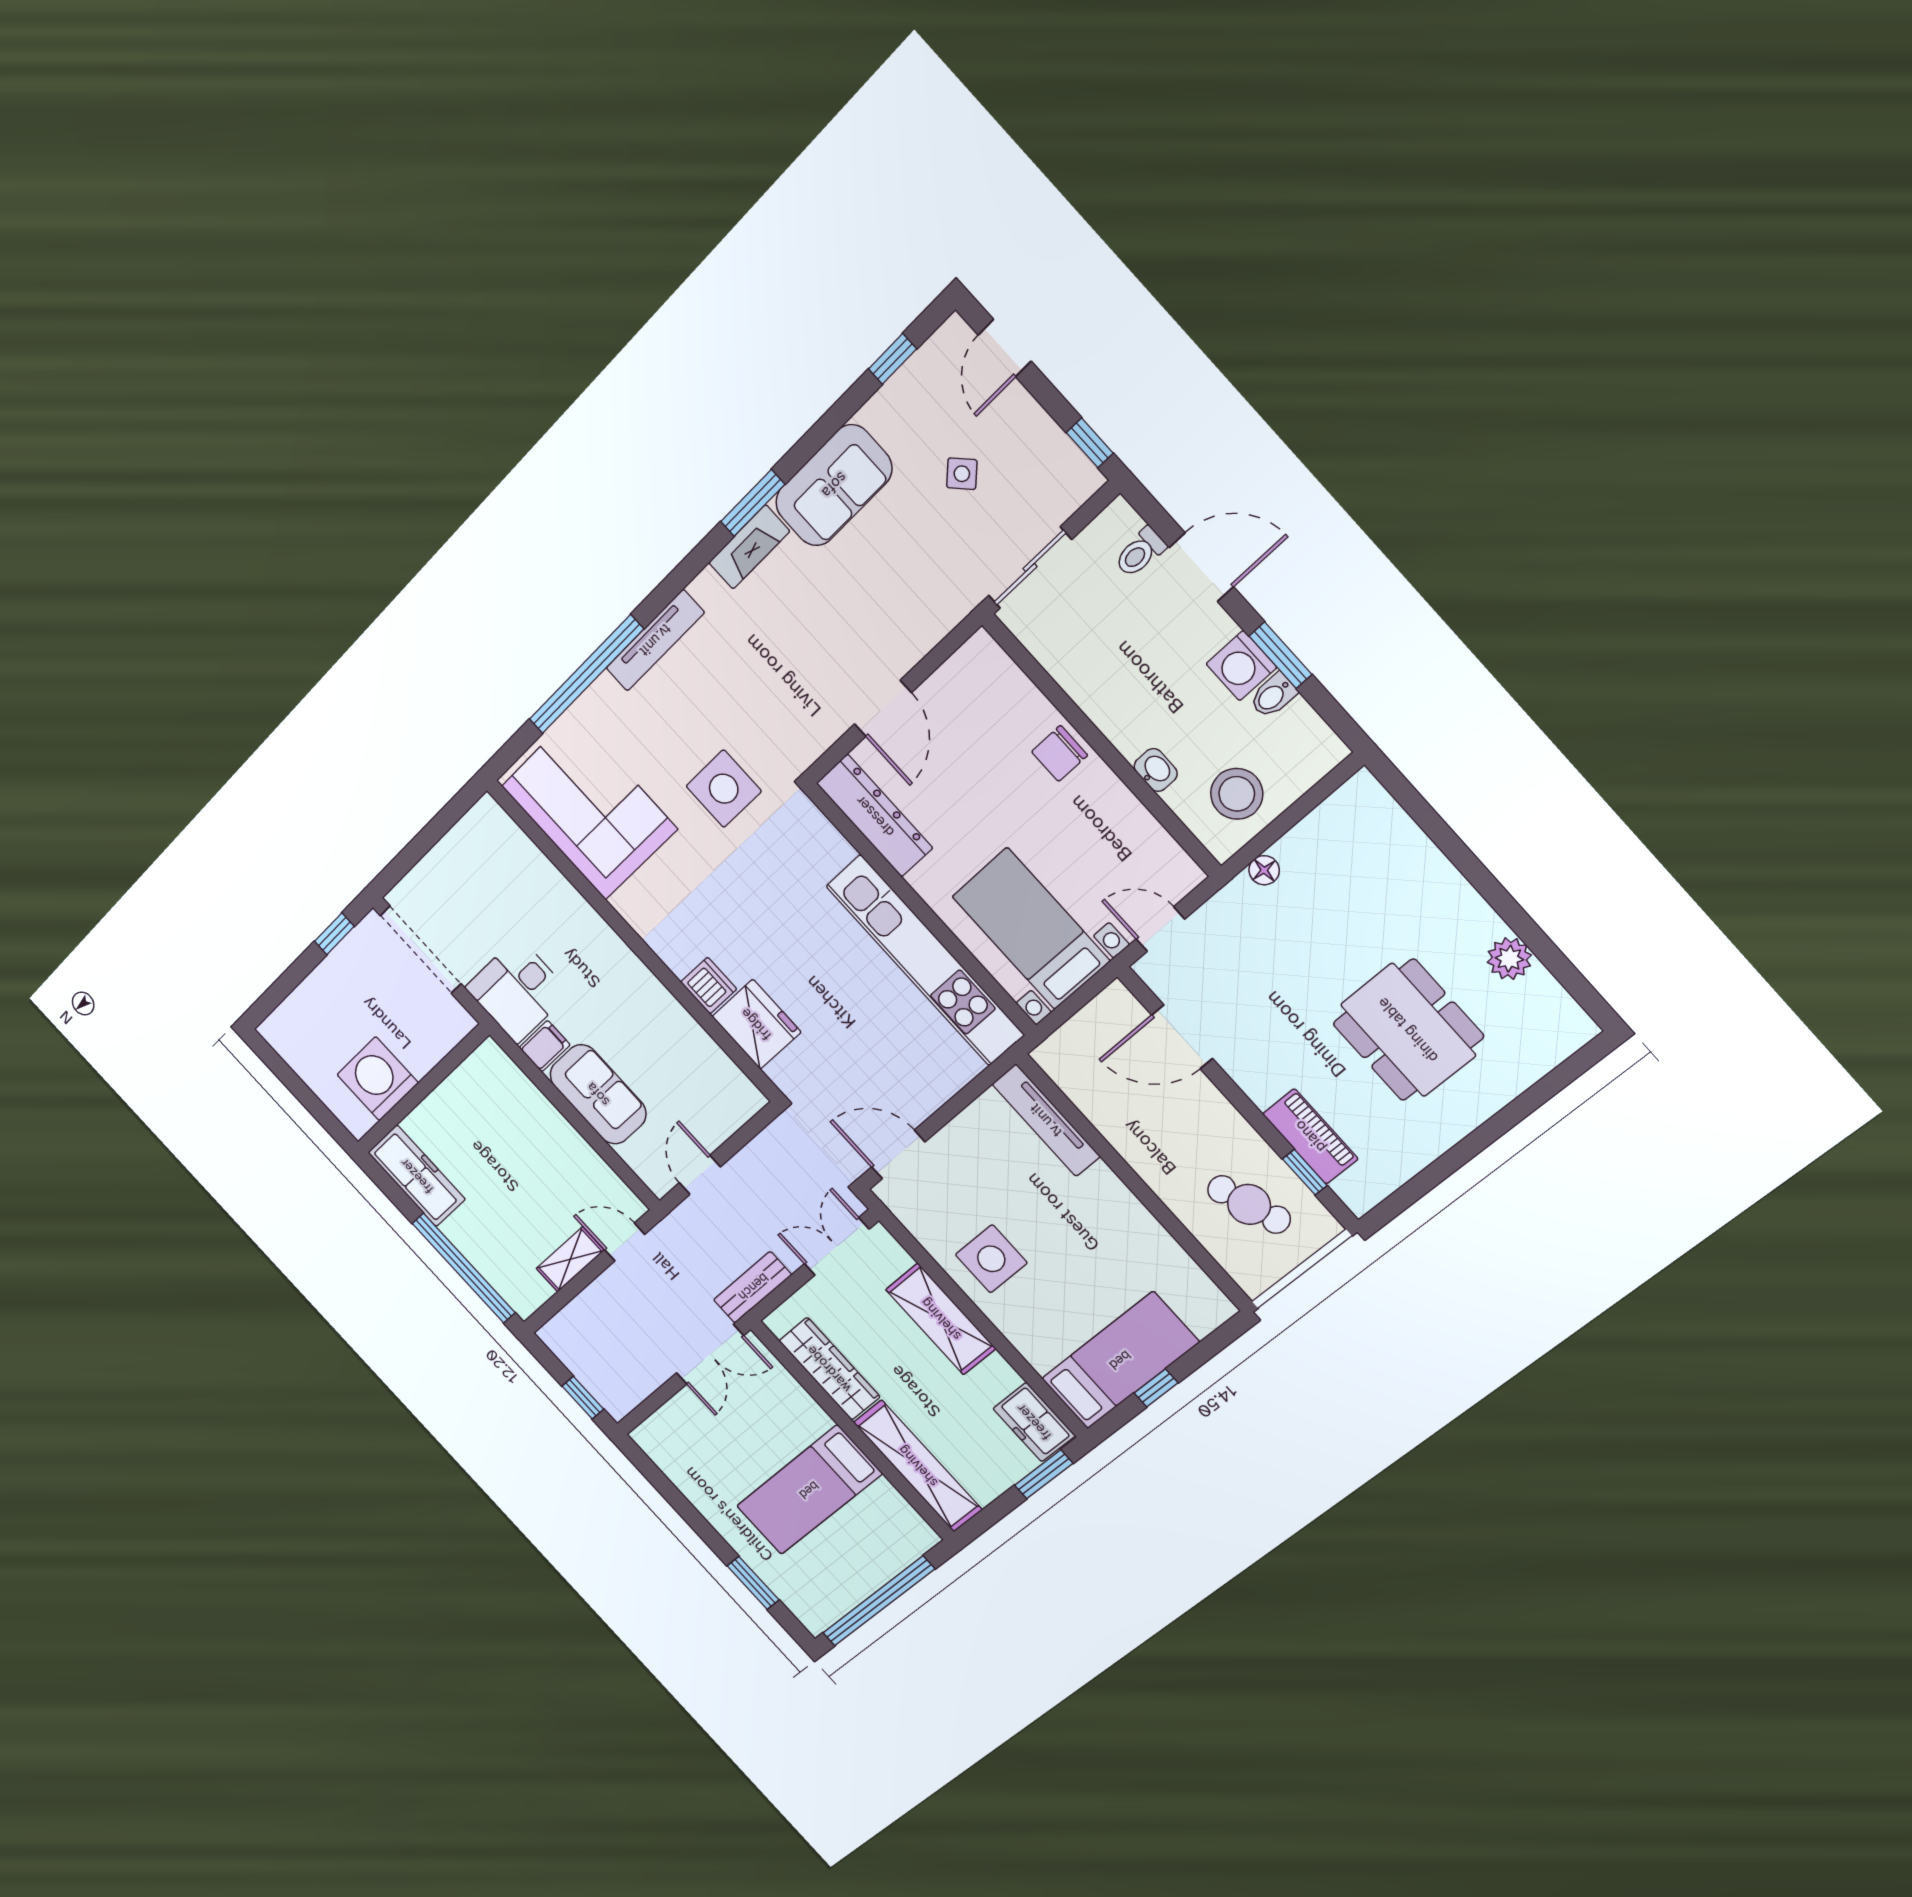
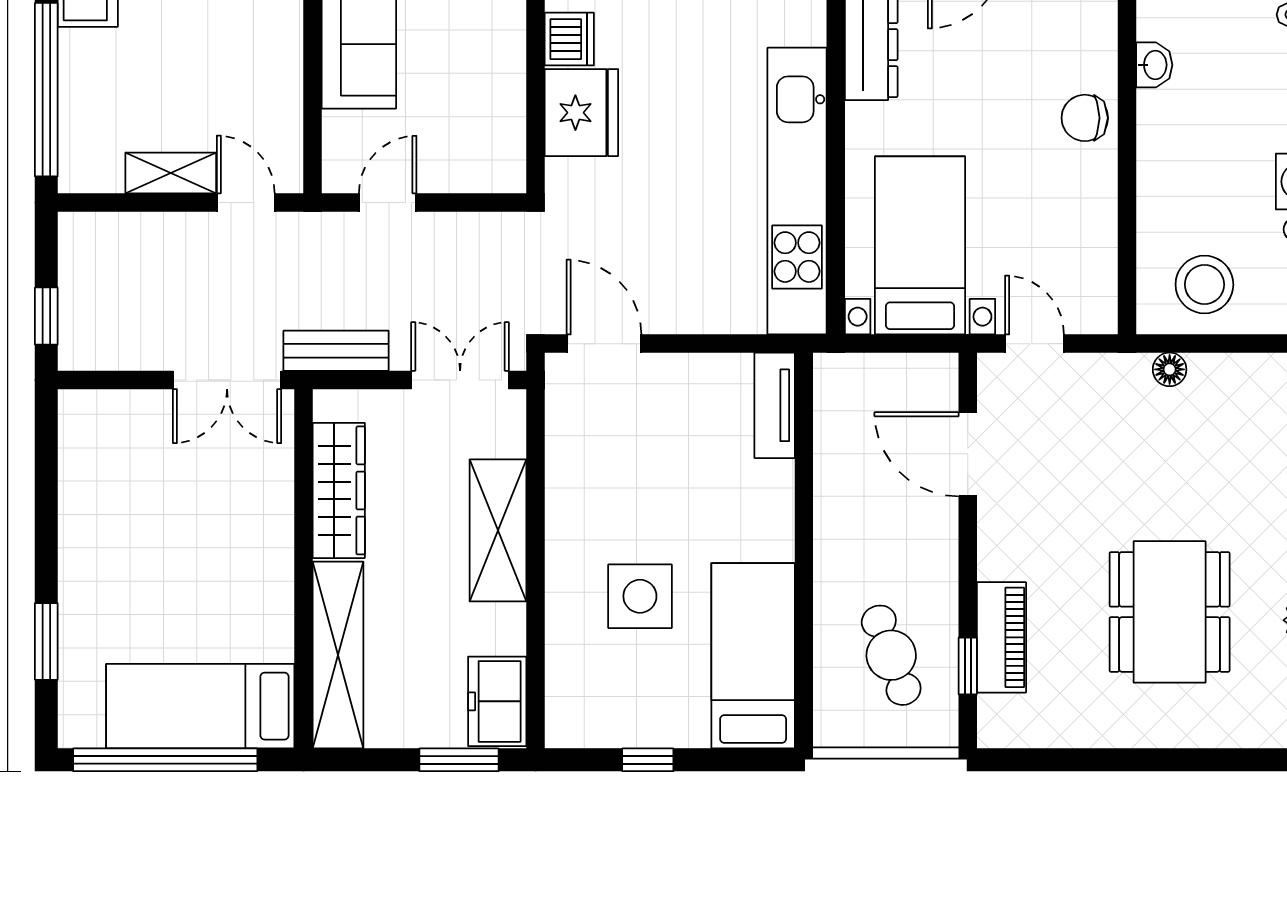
washbasin: (1156, 770) -> (1154, 65), moved
tv unit: (1046, 1120) -> (775, 405), width x0.71
side table: (991, 1259) -> (640, 596), moved
bed: (1120, 1360) -> (753, 656), moved, turned -90
bed: (809, 1490) -> (200, 706), moved

